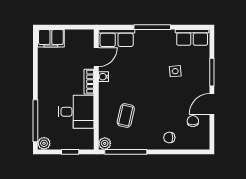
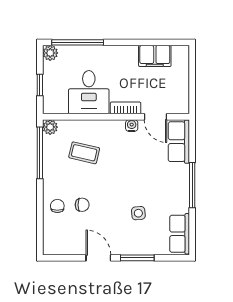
filing cabinet: (51, 38) -> (155, 56), moved, turned -90
chair: (193, 121) -> (82, 205), moved

